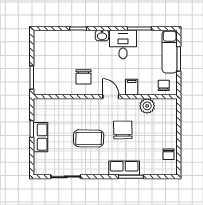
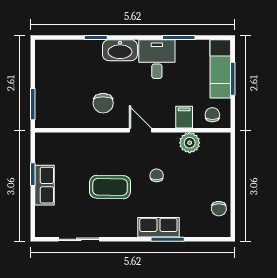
washbasin: (102, 36) -> (120, 50), width x1.91, depth x1.45
filing cabinet: (132, 87) -> (184, 117), moved
chair: (123, 130) -> (157, 175), width x0.54, depth x0.54

